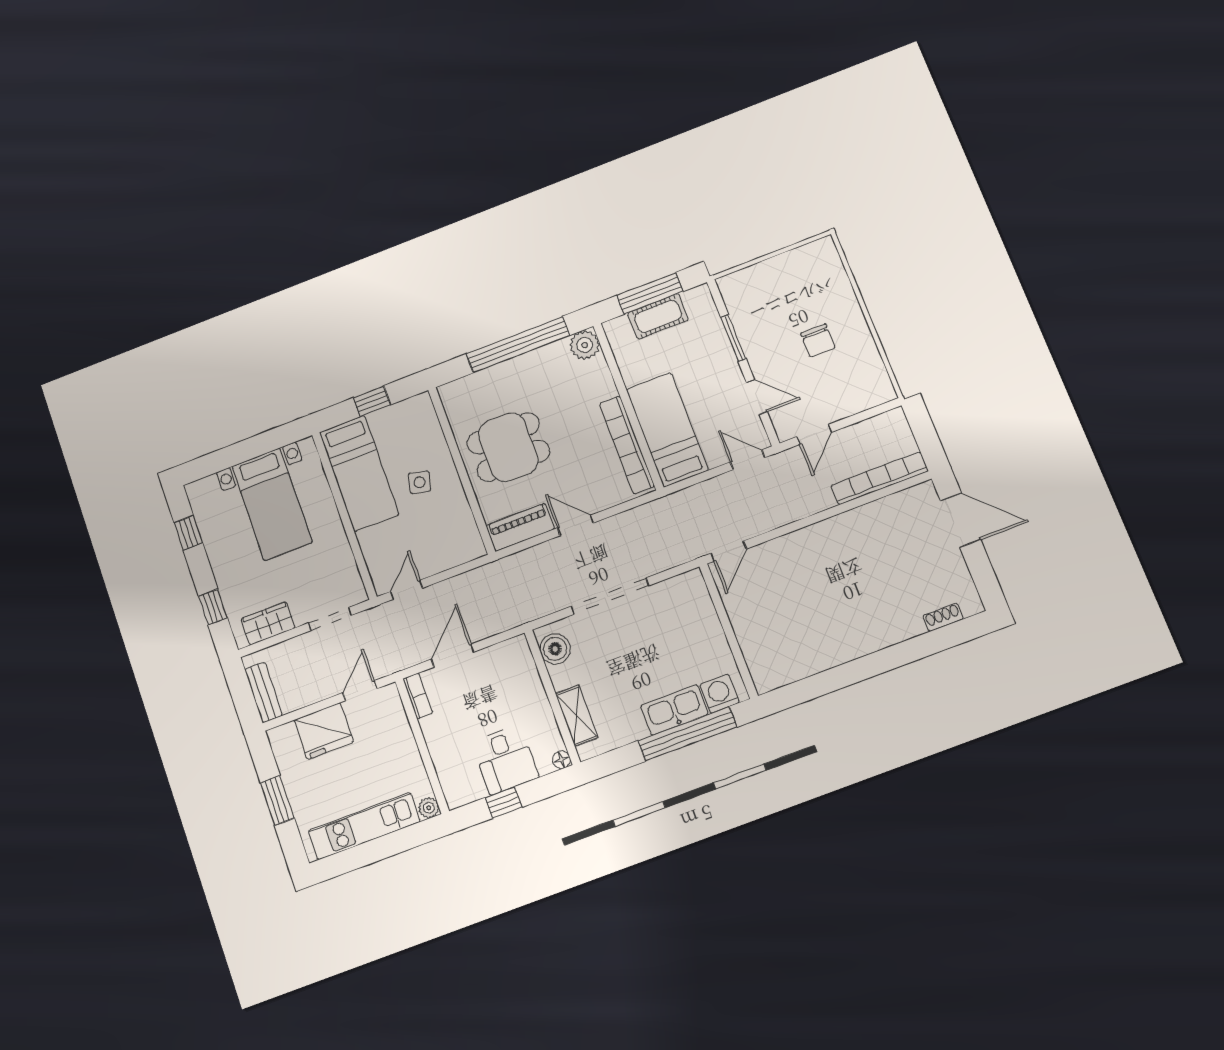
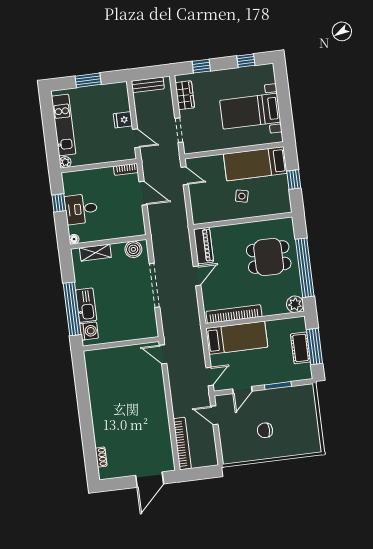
dining table: (508, 447) -> (269, 257), moved, turned 90
fridge: (324, 731) -> (123, 120), width x0.53, depth x0.75

